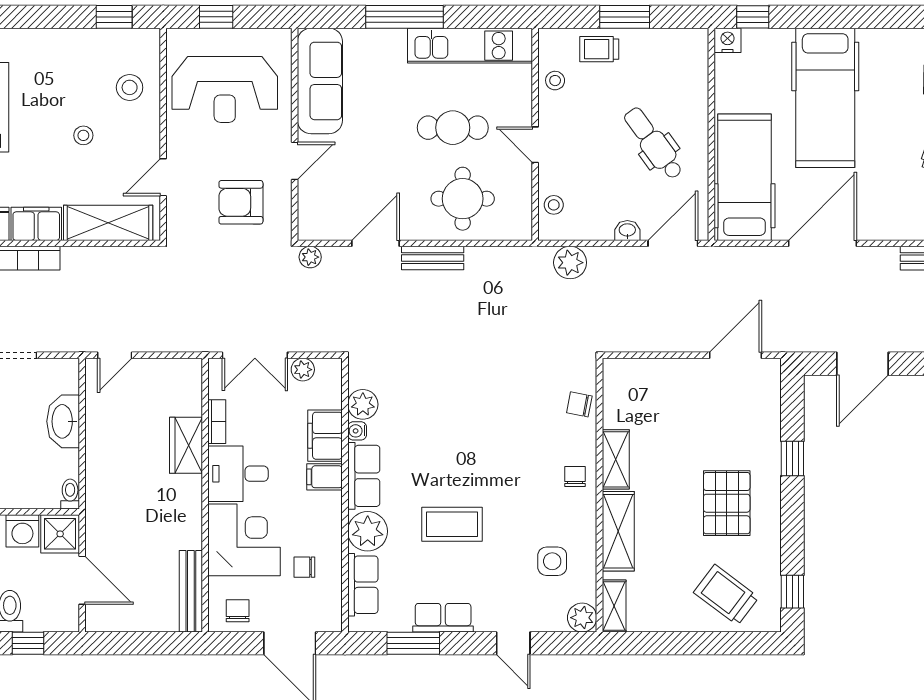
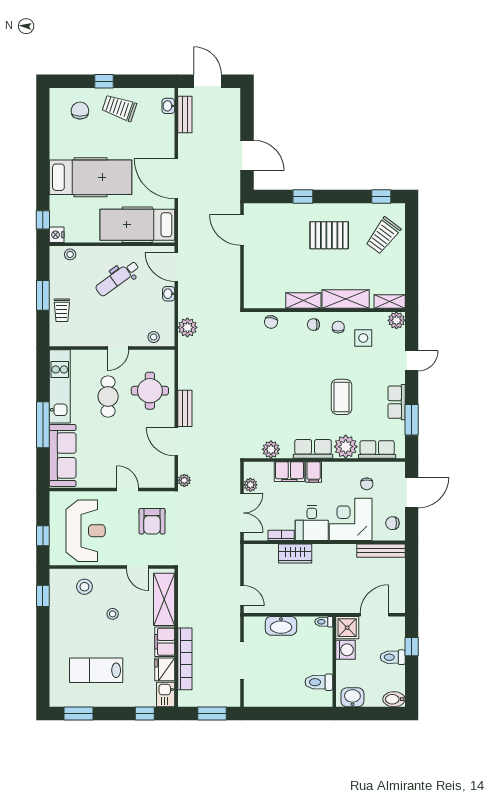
sofa: (320, 81) -> (63, 455), moved, turned 90
stool: (555, 81) -> (70, 254), moved
water cooler: (357, 431) -> (287, 453), removed
chair: (571, 519) -> (338, 327), added

